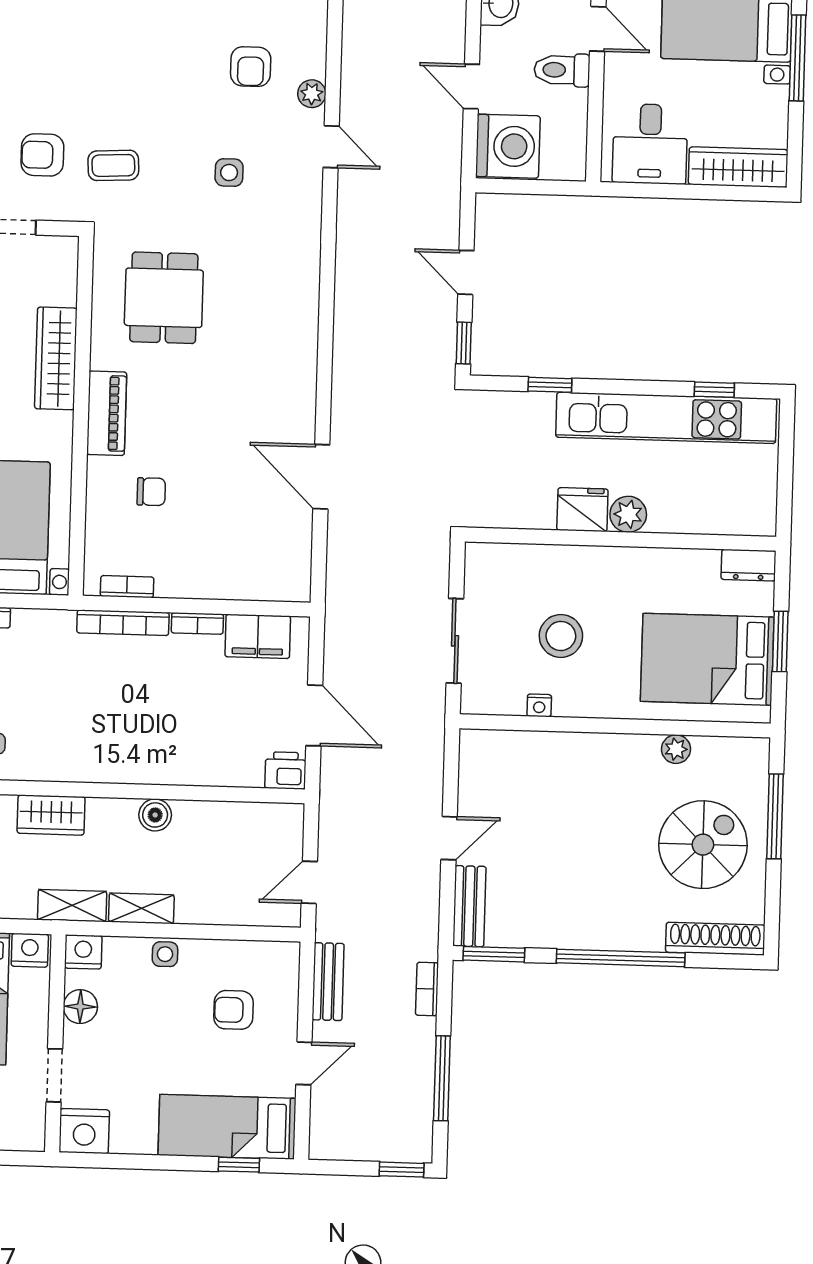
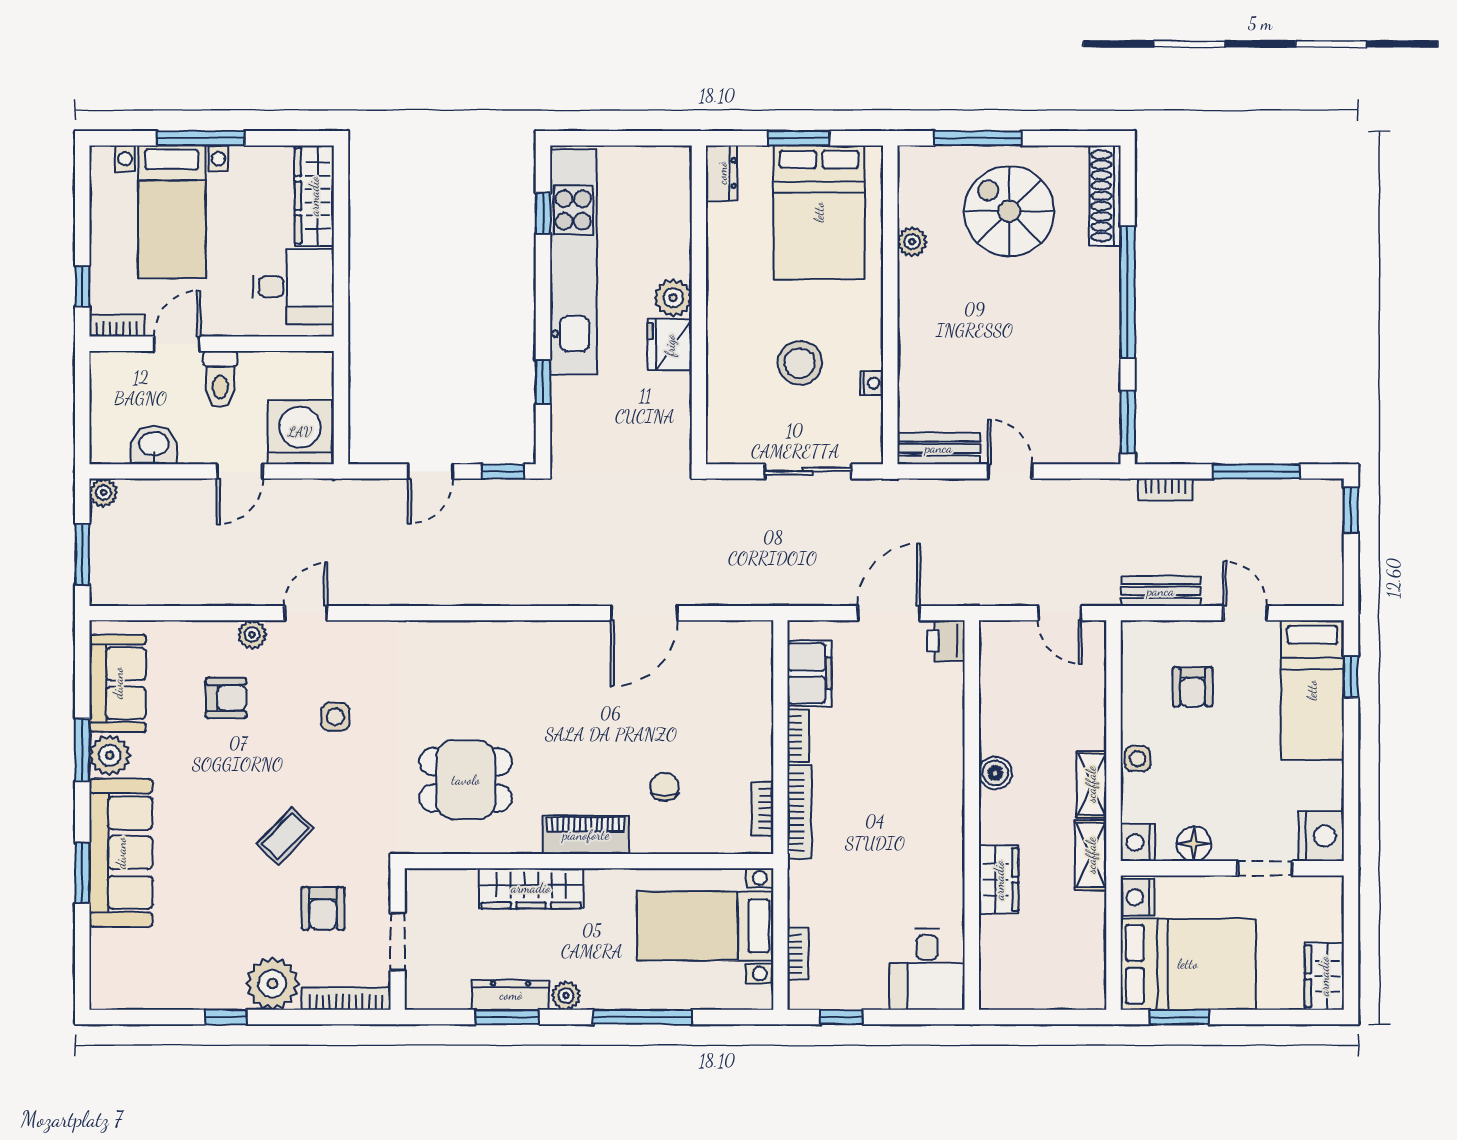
coffee table: (113, 165) -> (285, 836), moved, turned 47
bench: (469, 906) -> (939, 448), moved

